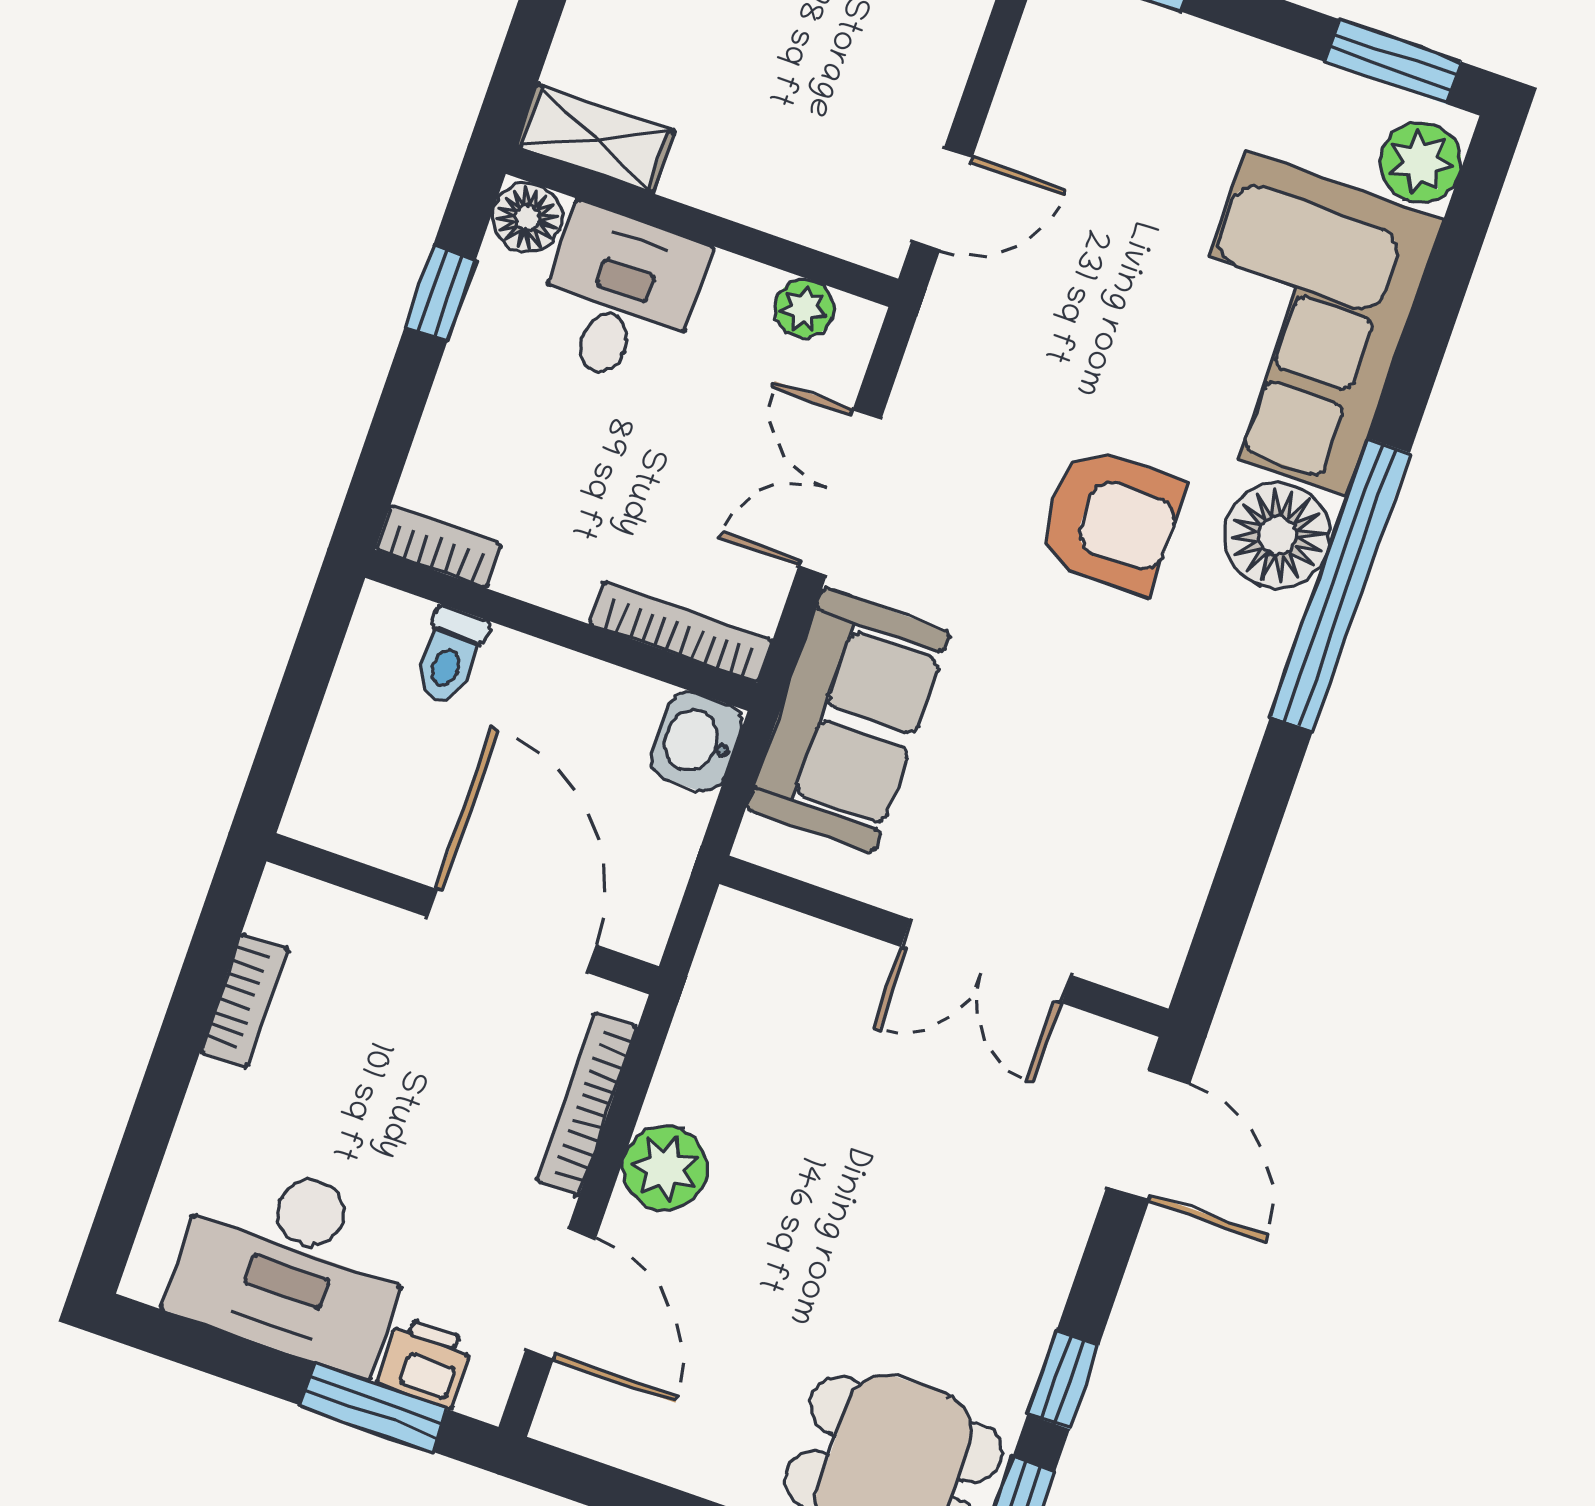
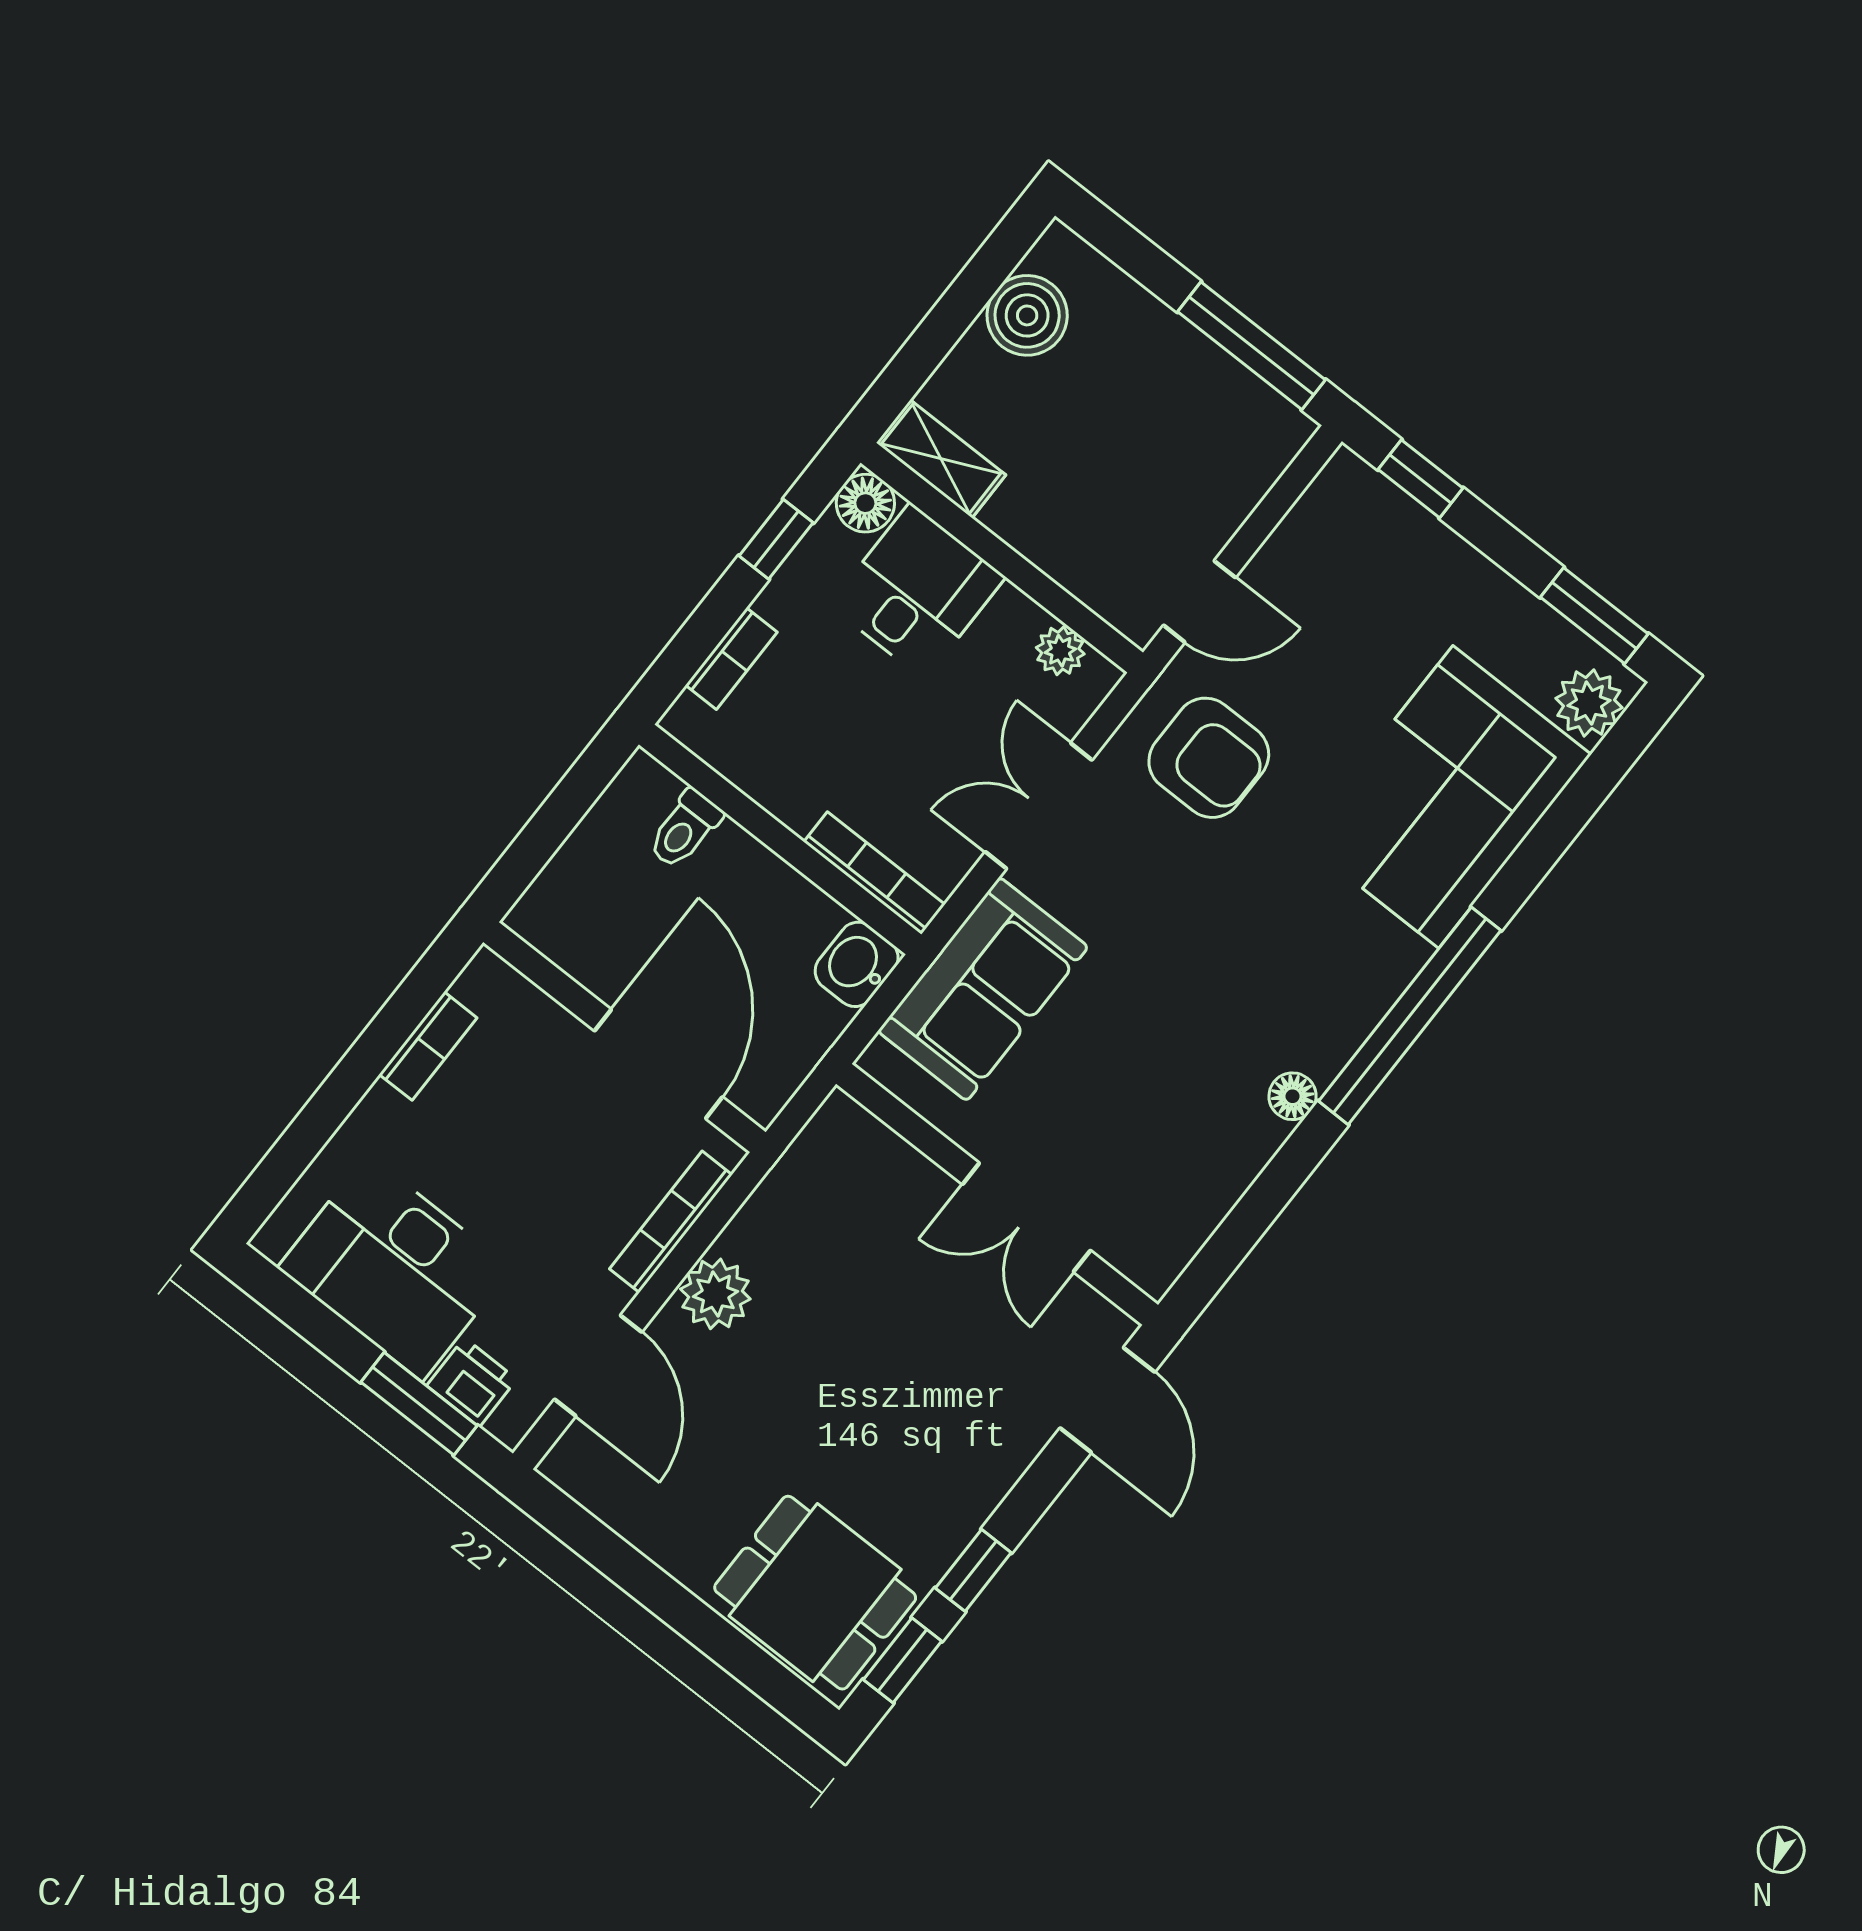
armchair: (1110, 520) -> (1209, 758), moved
floor lamp: (1277, 536) -> (1293, 1096), moved, width x0.53, depth x0.53
bookcase: (438, 547) -> (731, 659), moved, turned 90

